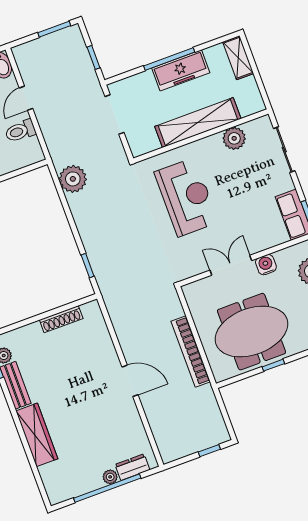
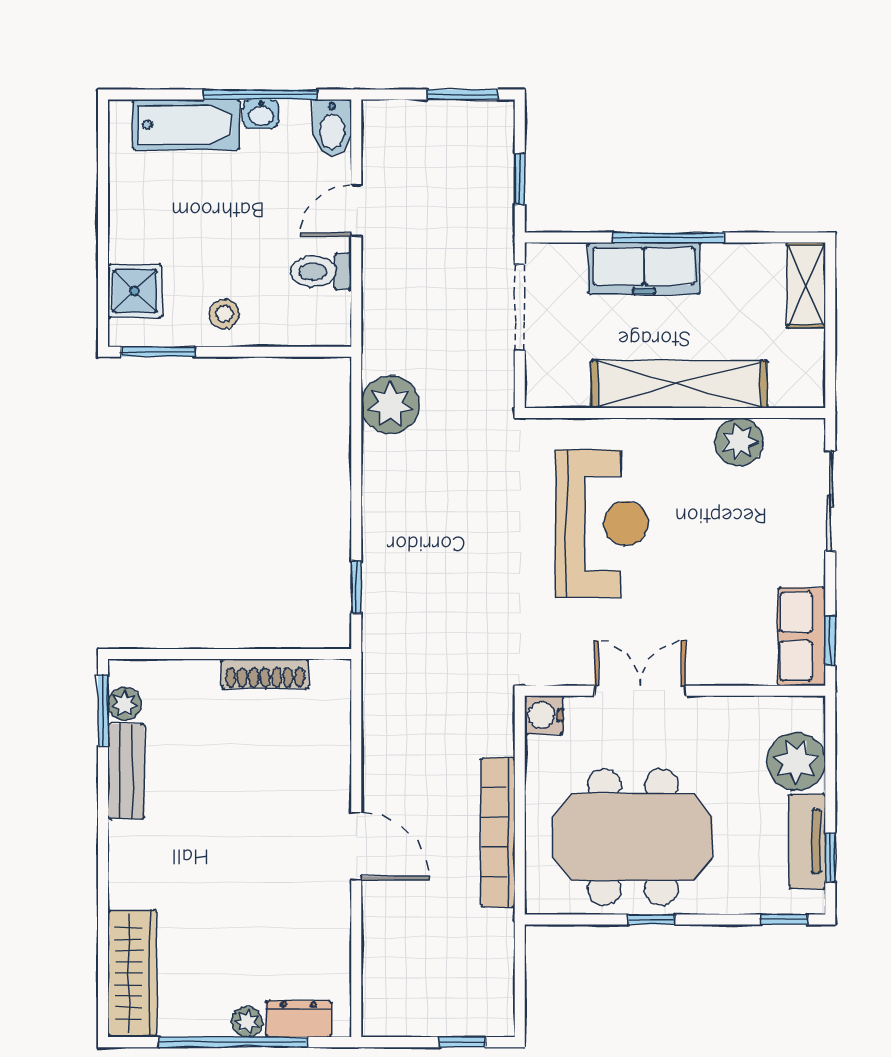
freezer: (181, 70) -> (644, 268), moved
water cooler: (266, 265) -> (544, 715), moved, turned -90
wardrobe: (37, 435) -> (132, 973), moved

